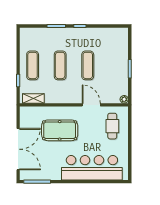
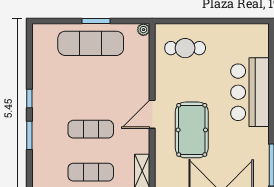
exercise mat: (88, 65) -> (91, 43), moved, width x1.36, depth x1.45
door: (91, 105) -> (152, 114), moved
bar counter: (92, 168) -> (250, 92), width x0.73

